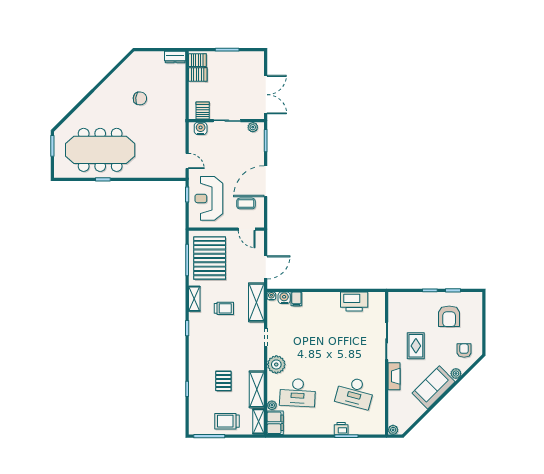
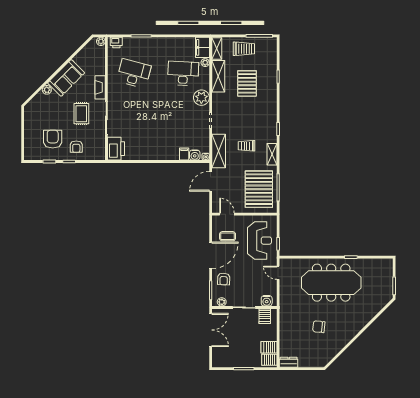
double door: (266, 95) -> (211, 330), swing flipped
meeting table: (100, 150) -> (331, 283), moved
armchair: (250, 154) -> (224, 279), added
printer: (354, 301) -> (116, 149), moved, turned 90
armchair: (464, 351) -> (76, 147), moved
pallet: (223, 381) -> (247, 83), width x1.50, depth x1.42
printer: (341, 428) -> (116, 42), moved

